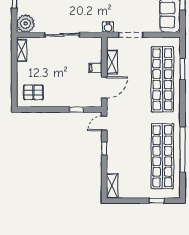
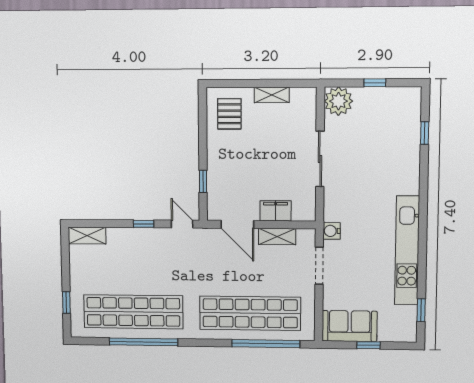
shelving: (22, 50) -> (272, 95), moved
filing cabinet: (95, 68) -> (276, 211), width x2.00
window: (182, 69) -> (266, 344), width x2.11

